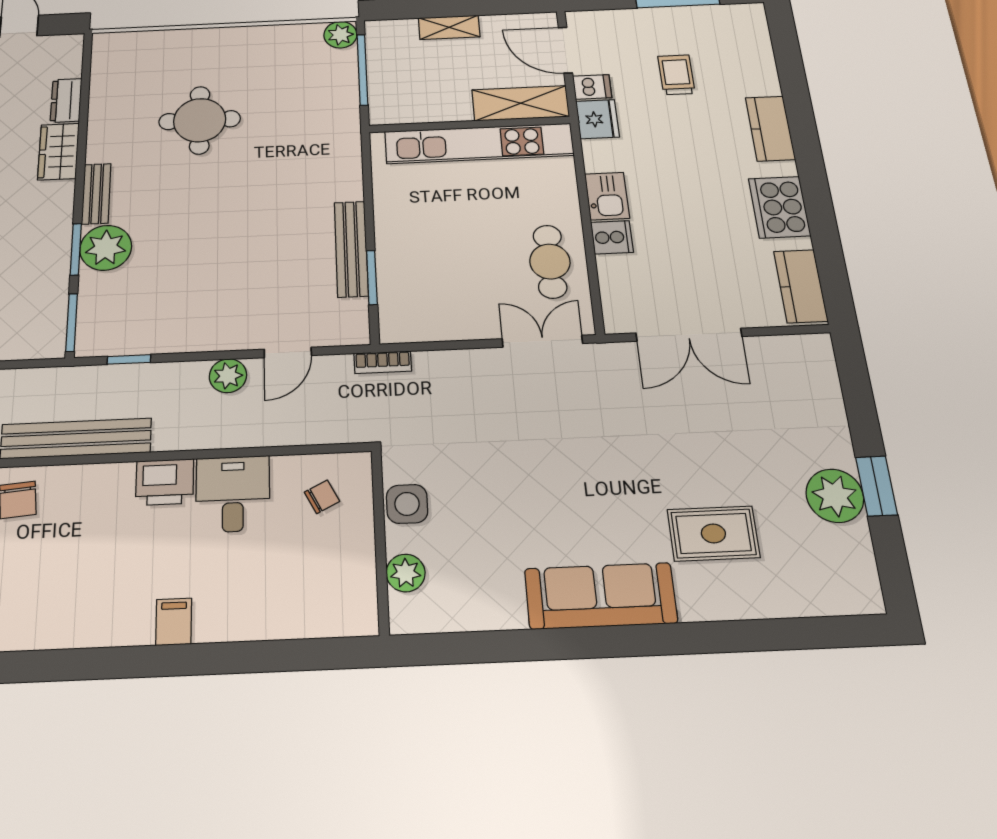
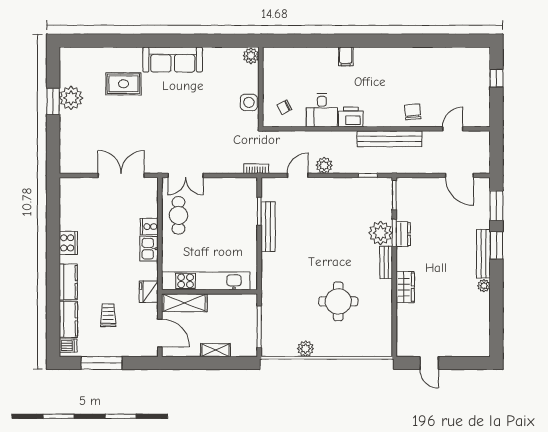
plant: (340, 35) -> (305, 349), moved
trolley: (676, 75) -> (108, 315), turned 180
dishwasher: (592, 87) -> (68, 346), moved, turned 180
dresser: (66, 100) -> (403, 234), moved
cooker: (779, 207) -> (68, 243), width x0.73, depth x0.76
kitchen counter: (801, 286) -> (68, 319), moved
plant: (406, 573) -> (251, 56), moved

